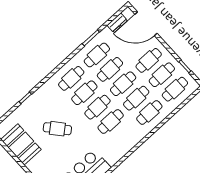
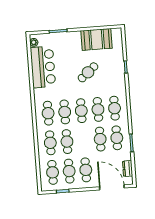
door: (146, 24) -> (112, 187), hinge flipped
cafe table: (123, 84) -> (48, 113), moved

